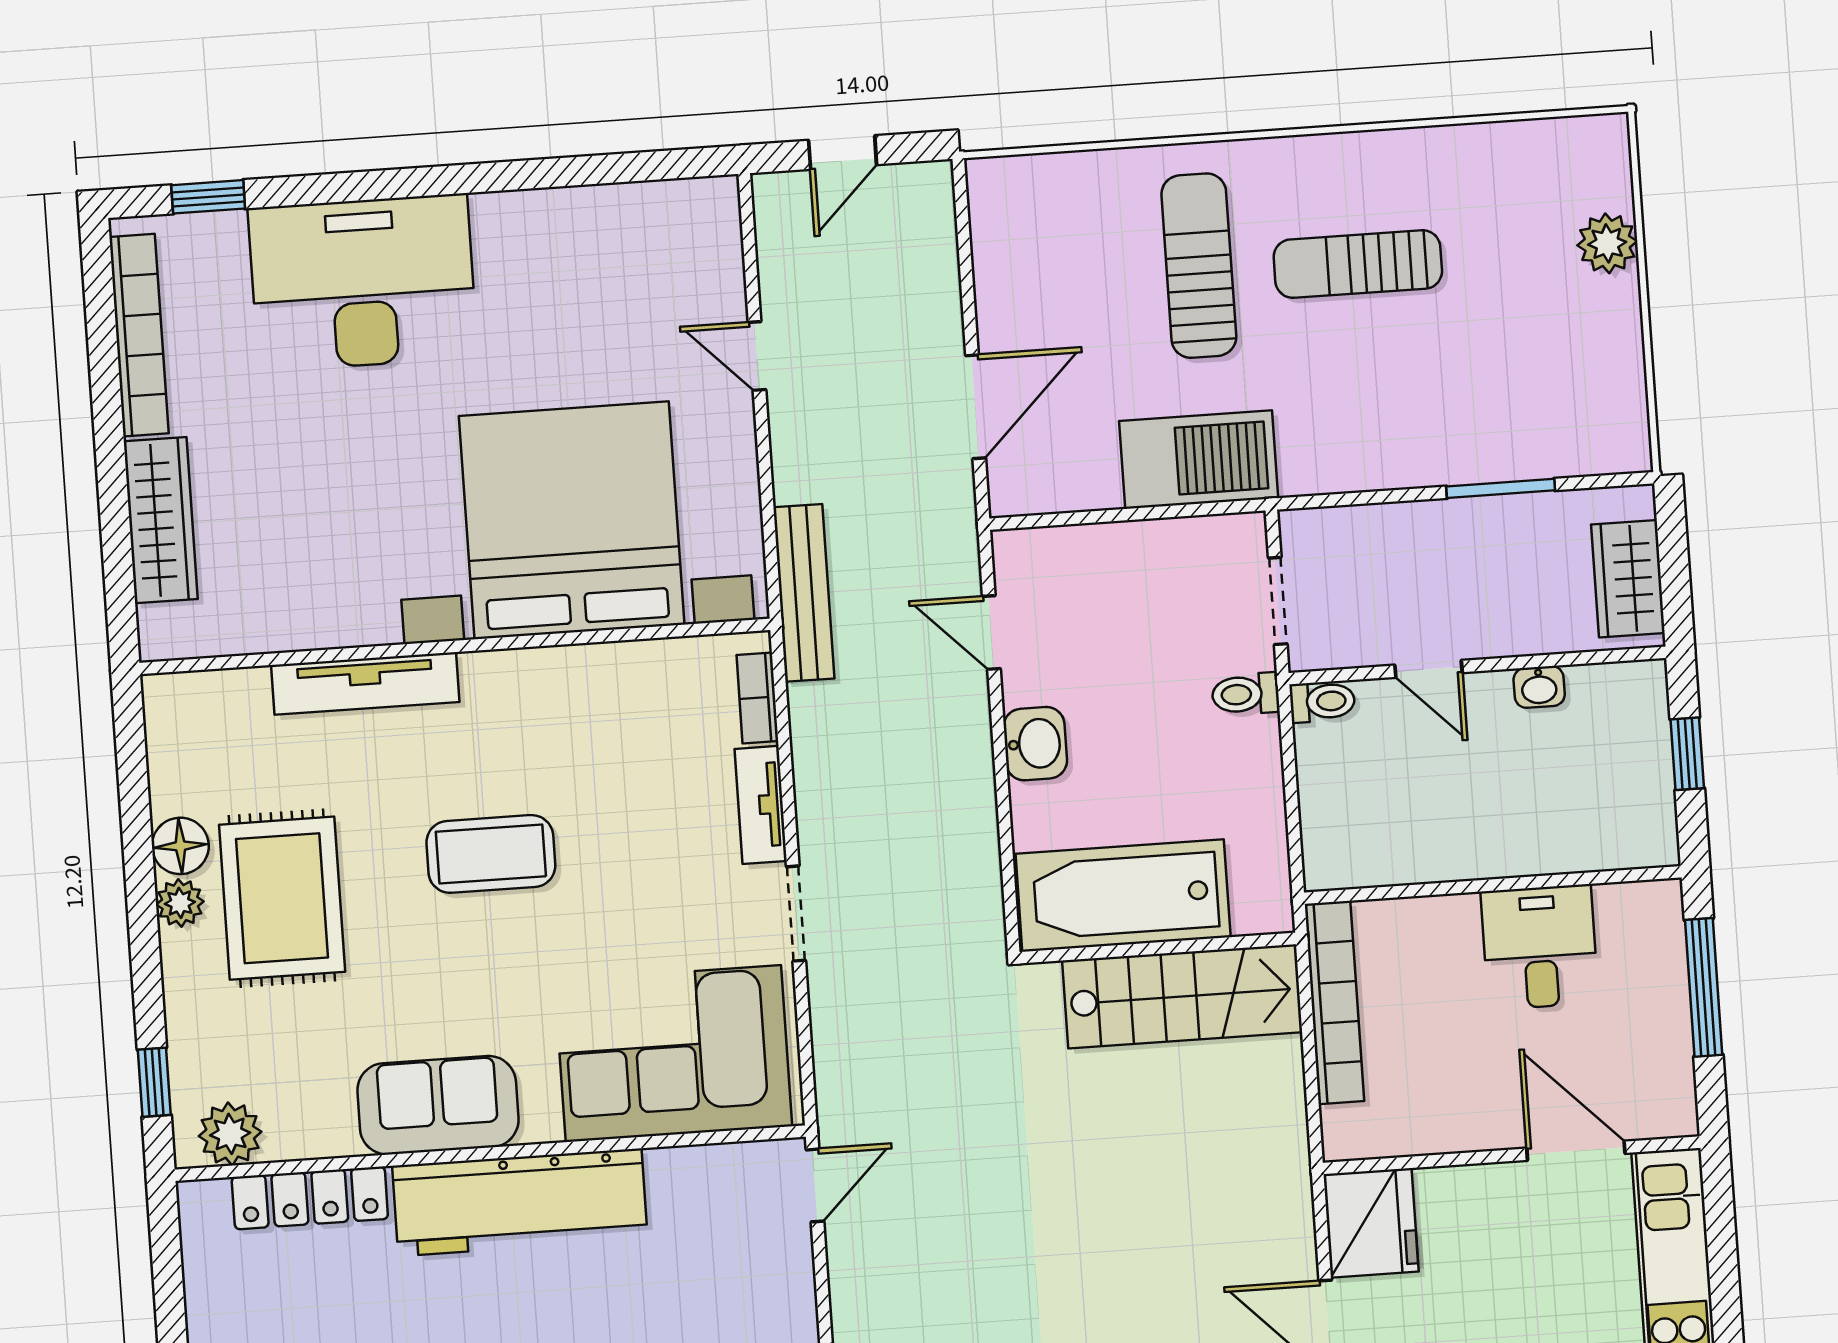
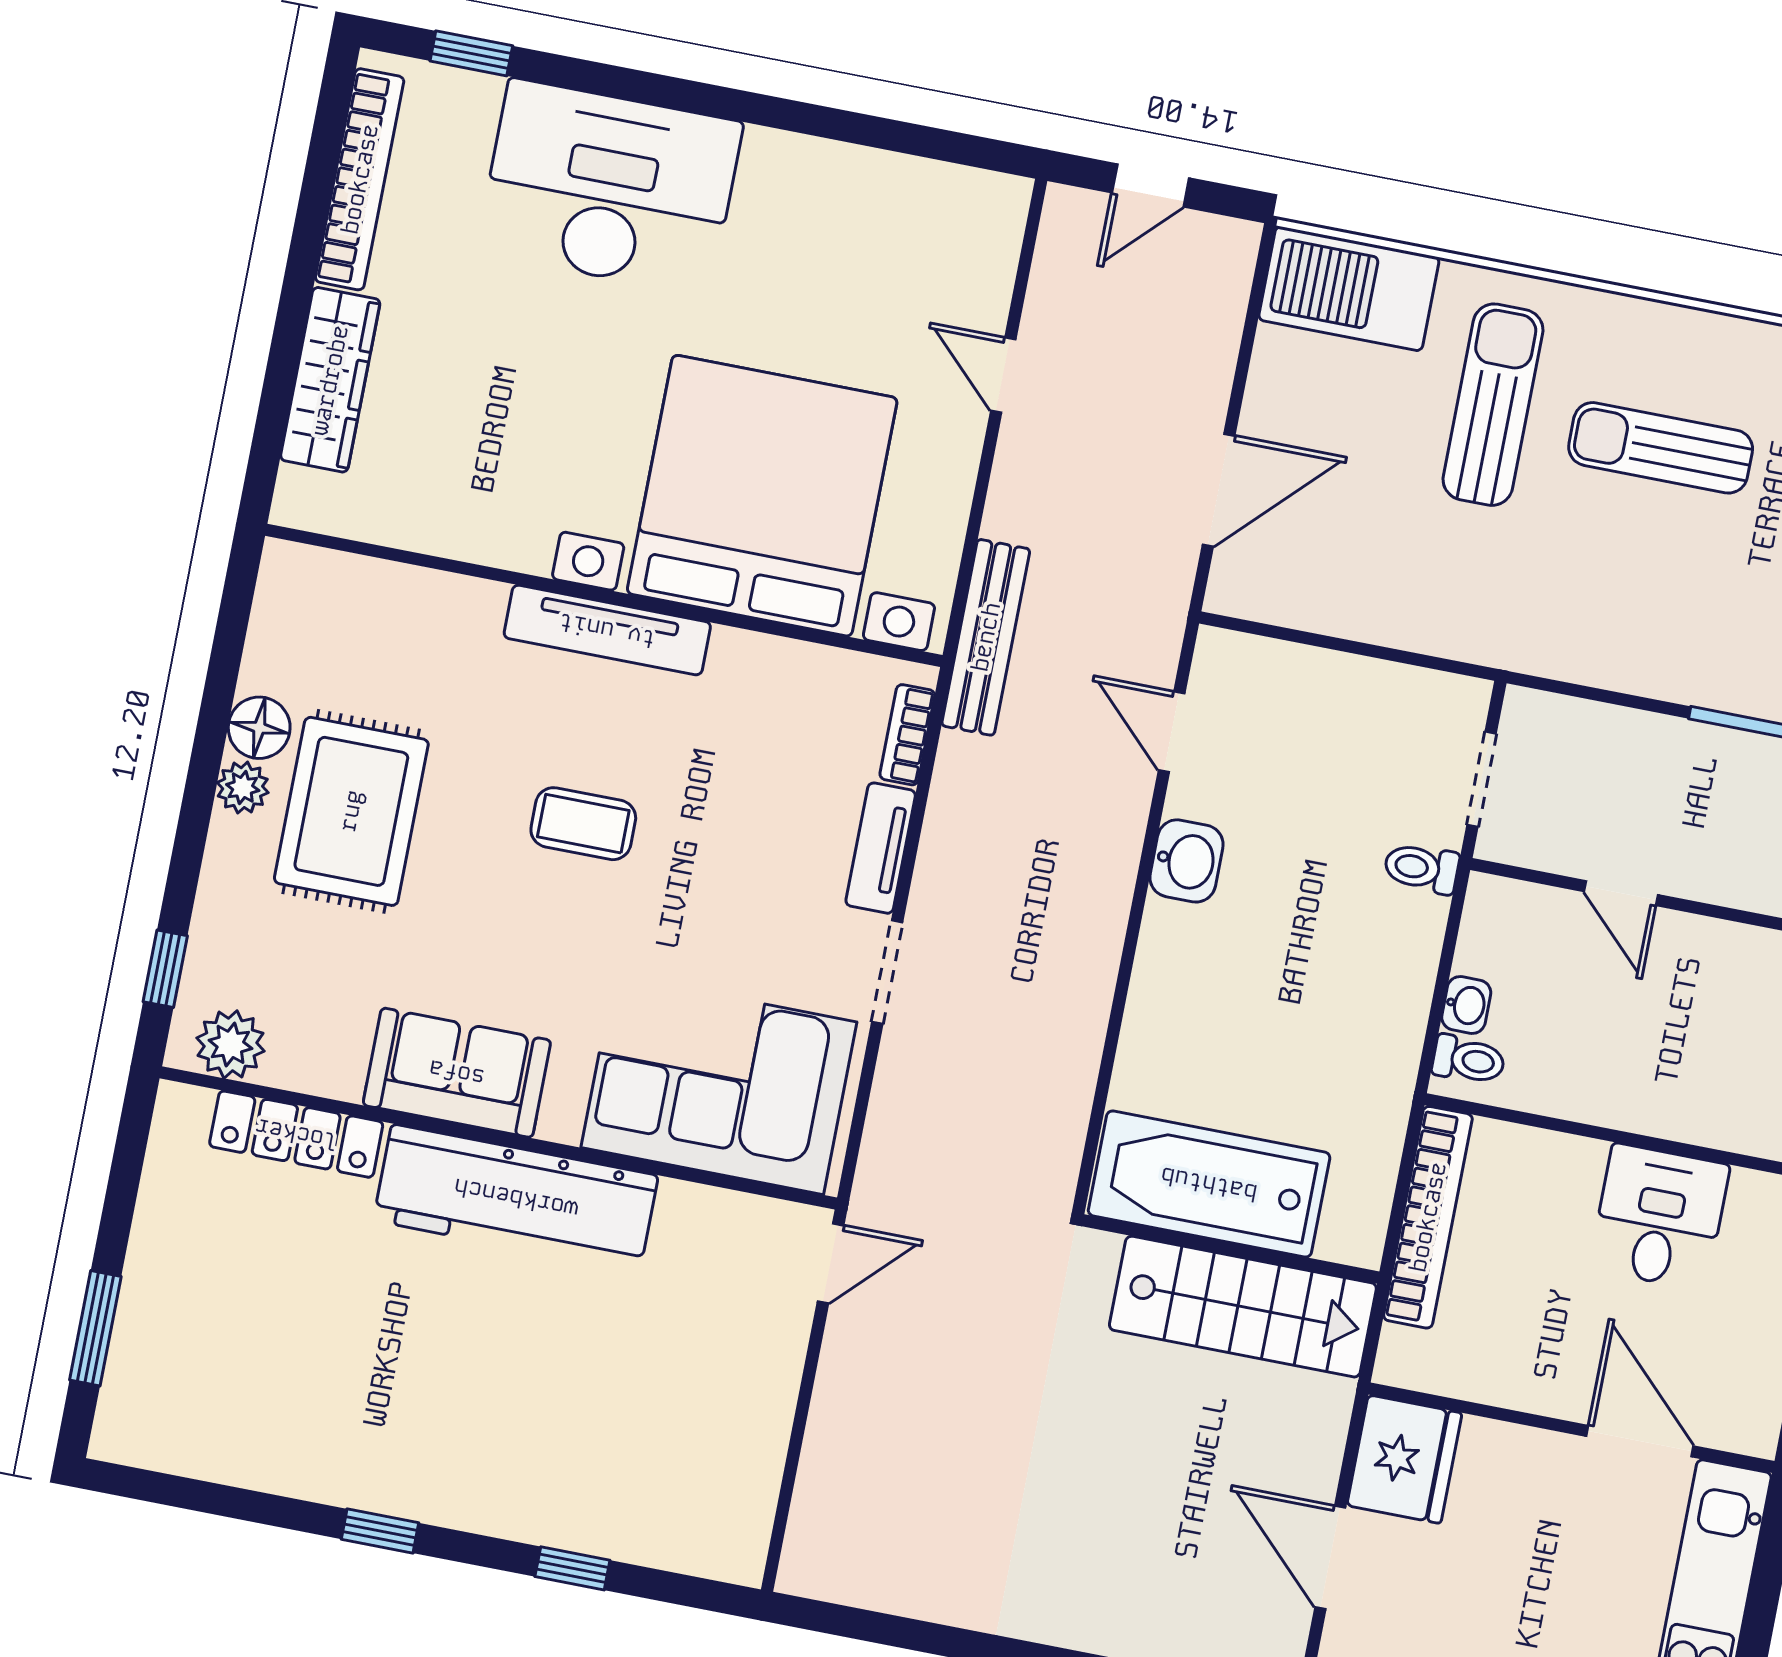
barbecue: (1199, 460) -> (1349, 289), moved, turned 180
tv unit: (365, 683) -> (607, 630), moved
washbasin: (1539, 687) -> (1466, 1005), moved, turned -90
toilet: (1322, 702) -> (1469, 1060), moved
coffee table: (491, 854) -> (583, 824), width x0.73, depth x0.77
bathtub: (1123, 896) -> (1209, 1184), moved
wall: (1158, 948) -> (1231, 1249), moved
stairs: (1182, 996) -> (1243, 1307), moved

